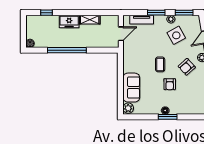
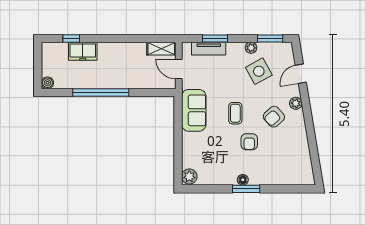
window: (156, 13) -> (215, 38), moved
shelving: (90, 20) -> (161, 49), moved
freezer: (69, 21) -> (83, 51), moved
door: (121, 34) -> (179, 69), swing flipped
sofa: (131, 88) -> (194, 110), moved

